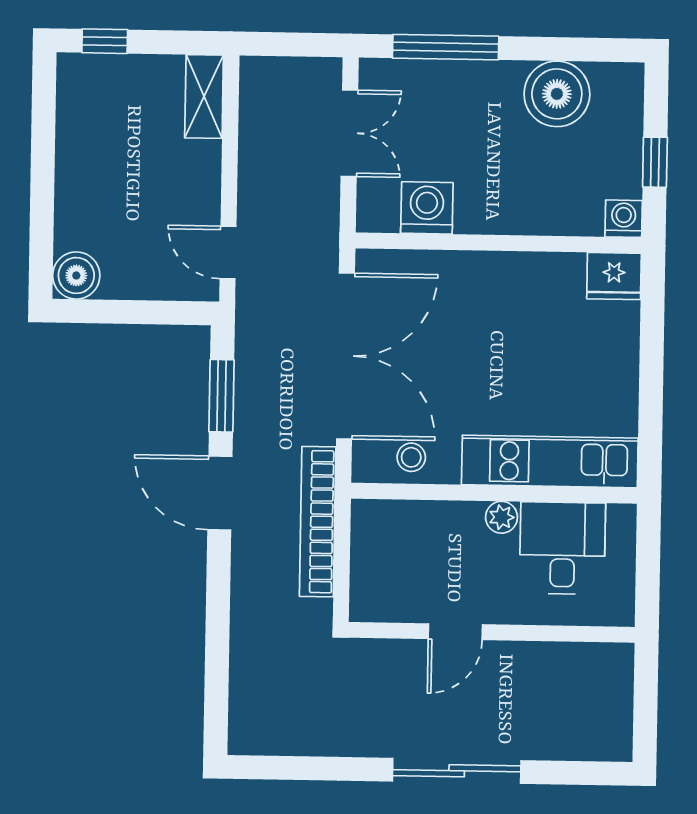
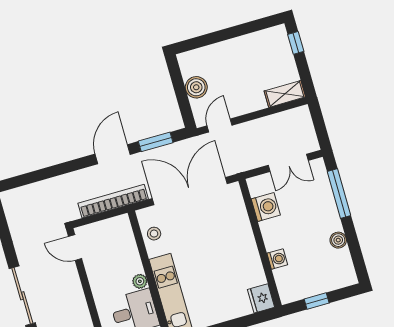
boiler: (557, 94) -> (338, 240), width x0.54, depth x0.54
washing machine: (624, 219) -> (277, 259), moved
boiler: (76, 275) -> (196, 87), moved
double door: (345, 356) -> (190, 191), swing flipped
door: (455, 632) -> (75, 248), moved

